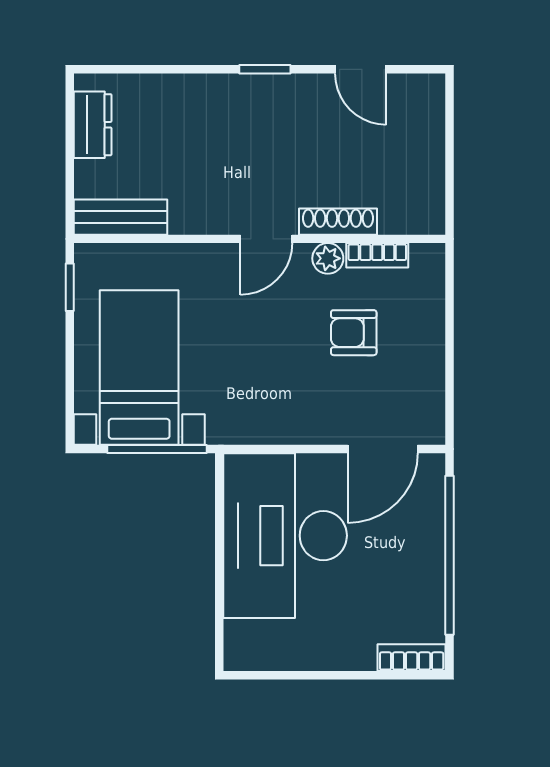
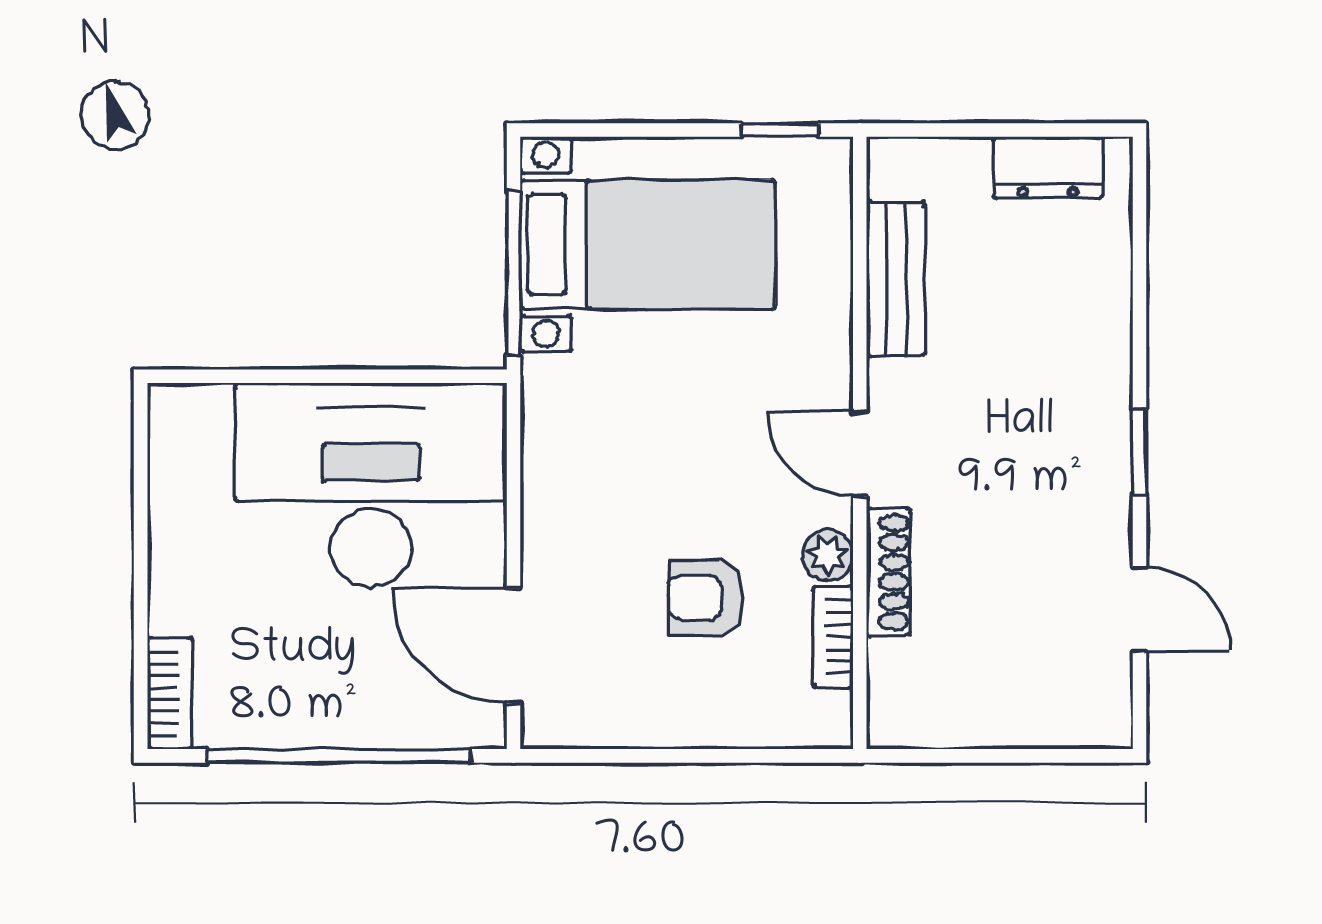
door: (361, 69) -> (1139, 609), swing flipped
bench: (120, 217) -> (896, 279), moved
armchair: (354, 333) -> (705, 598), turned -90

